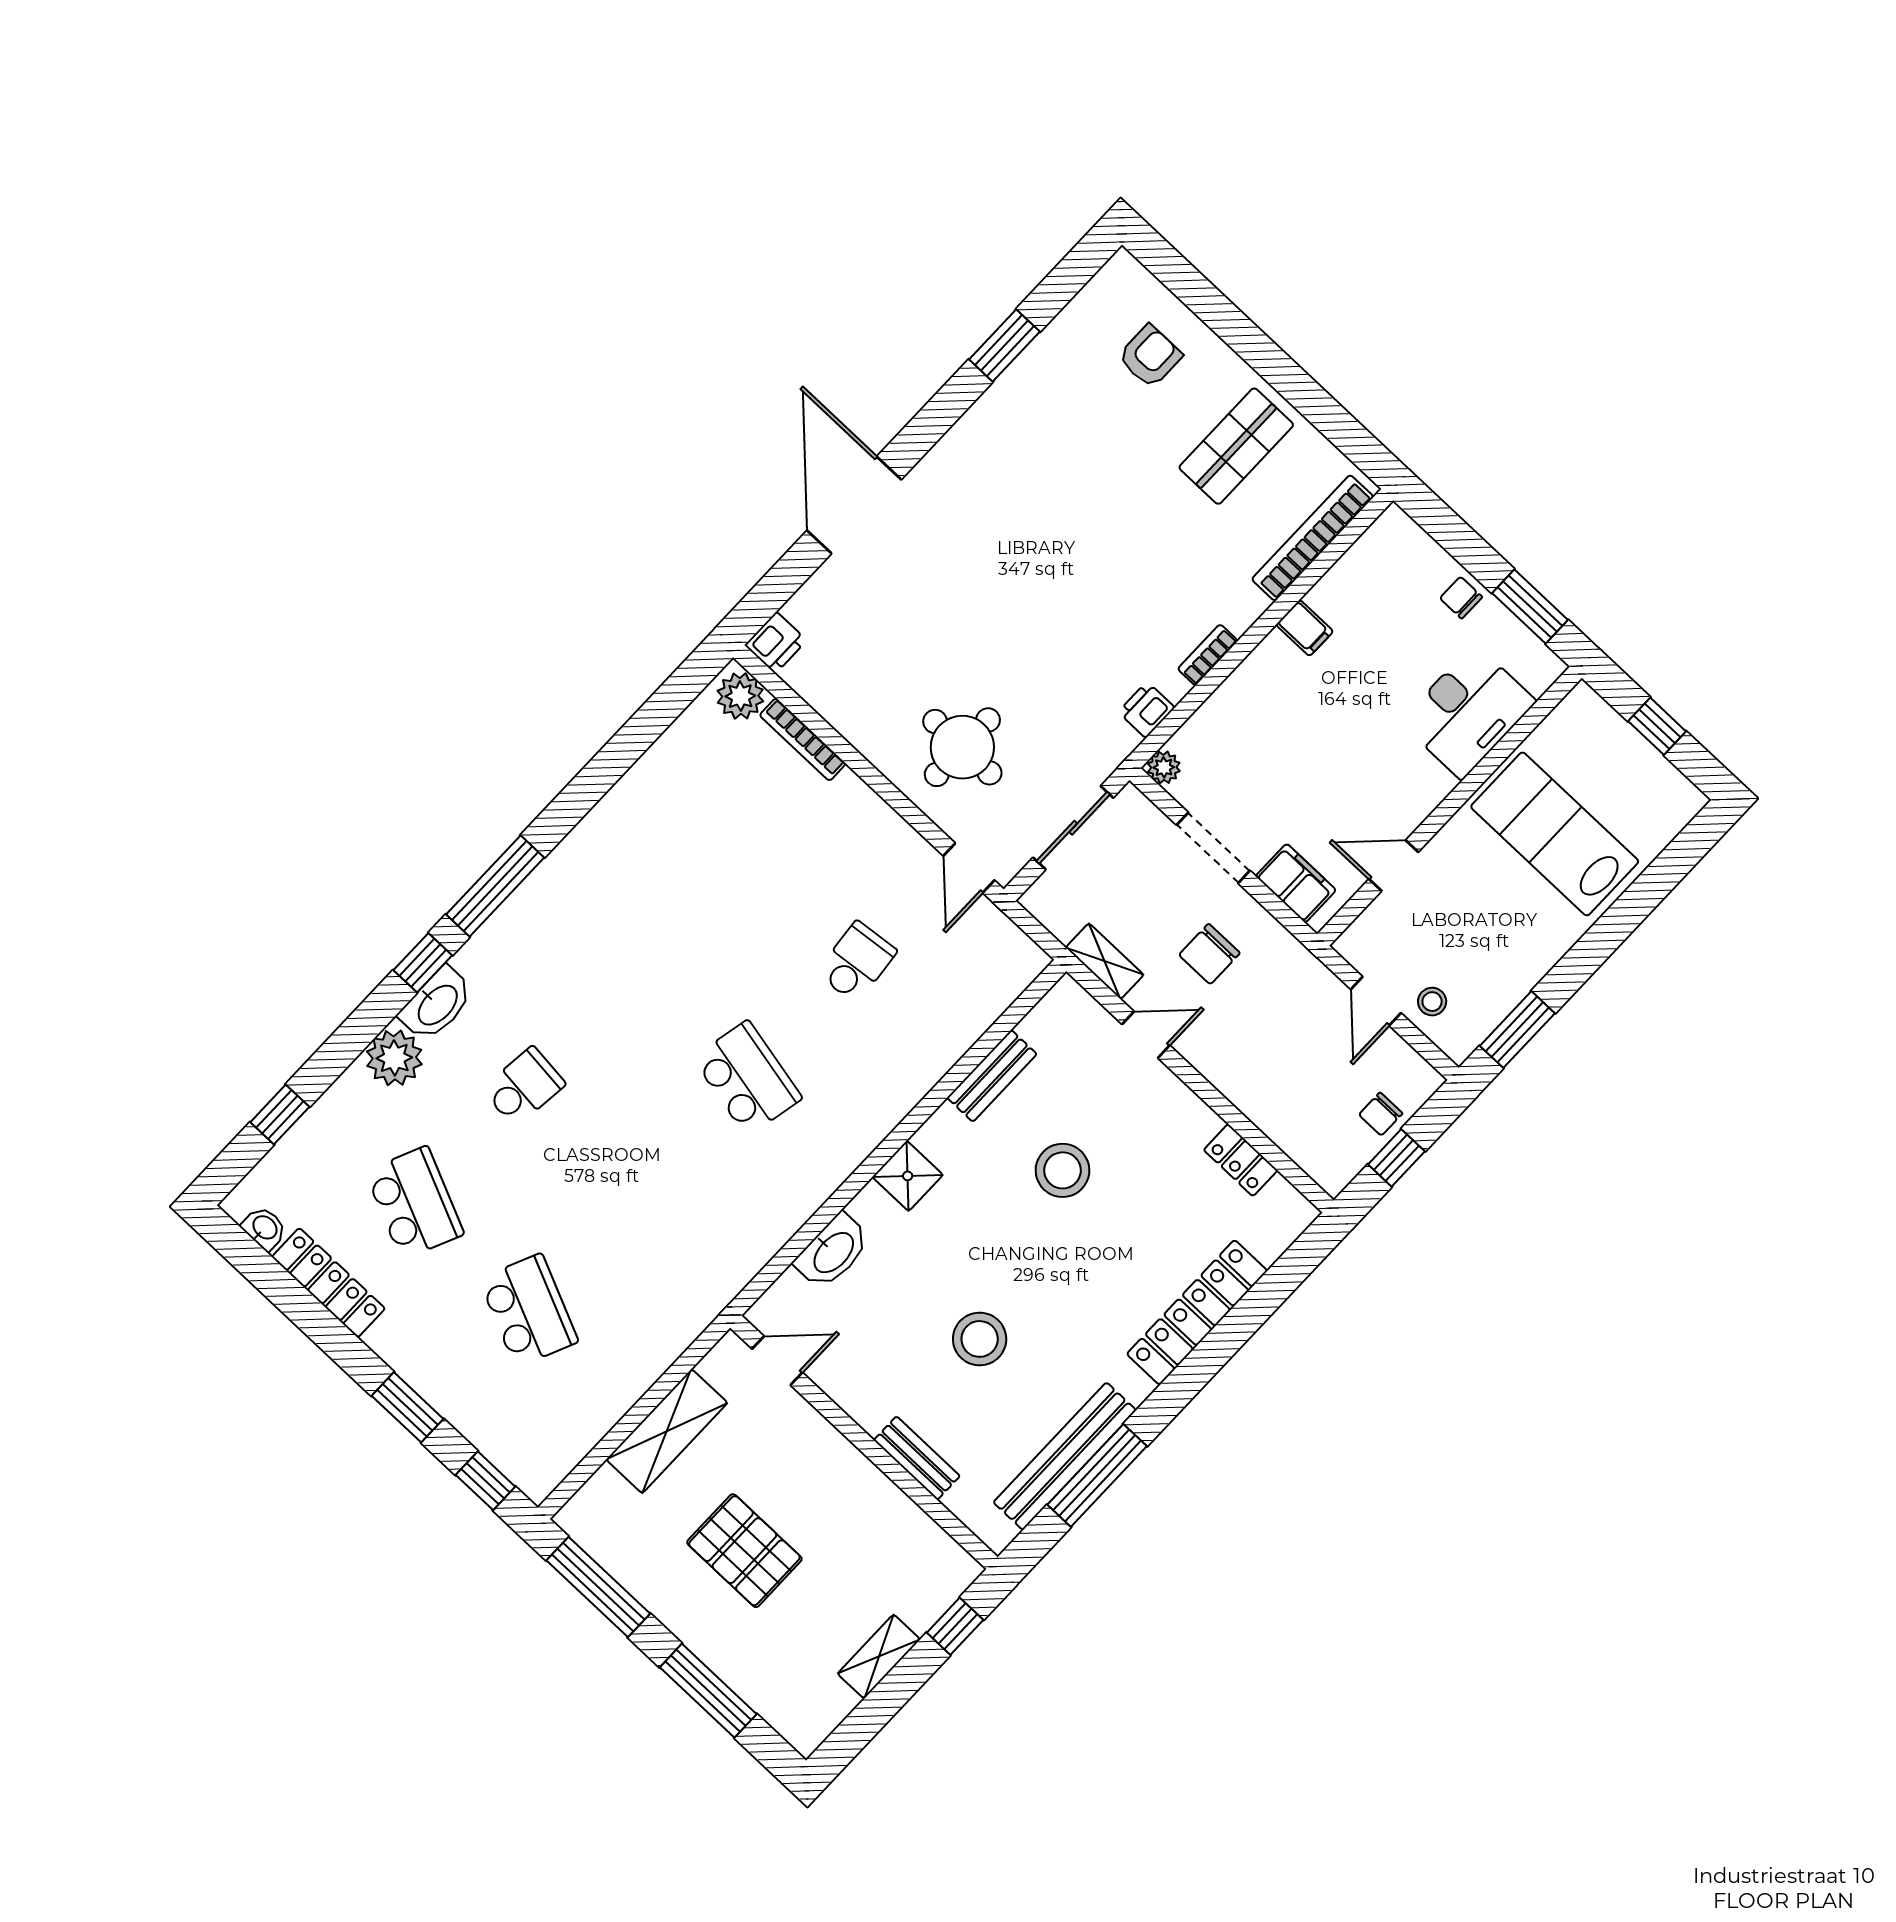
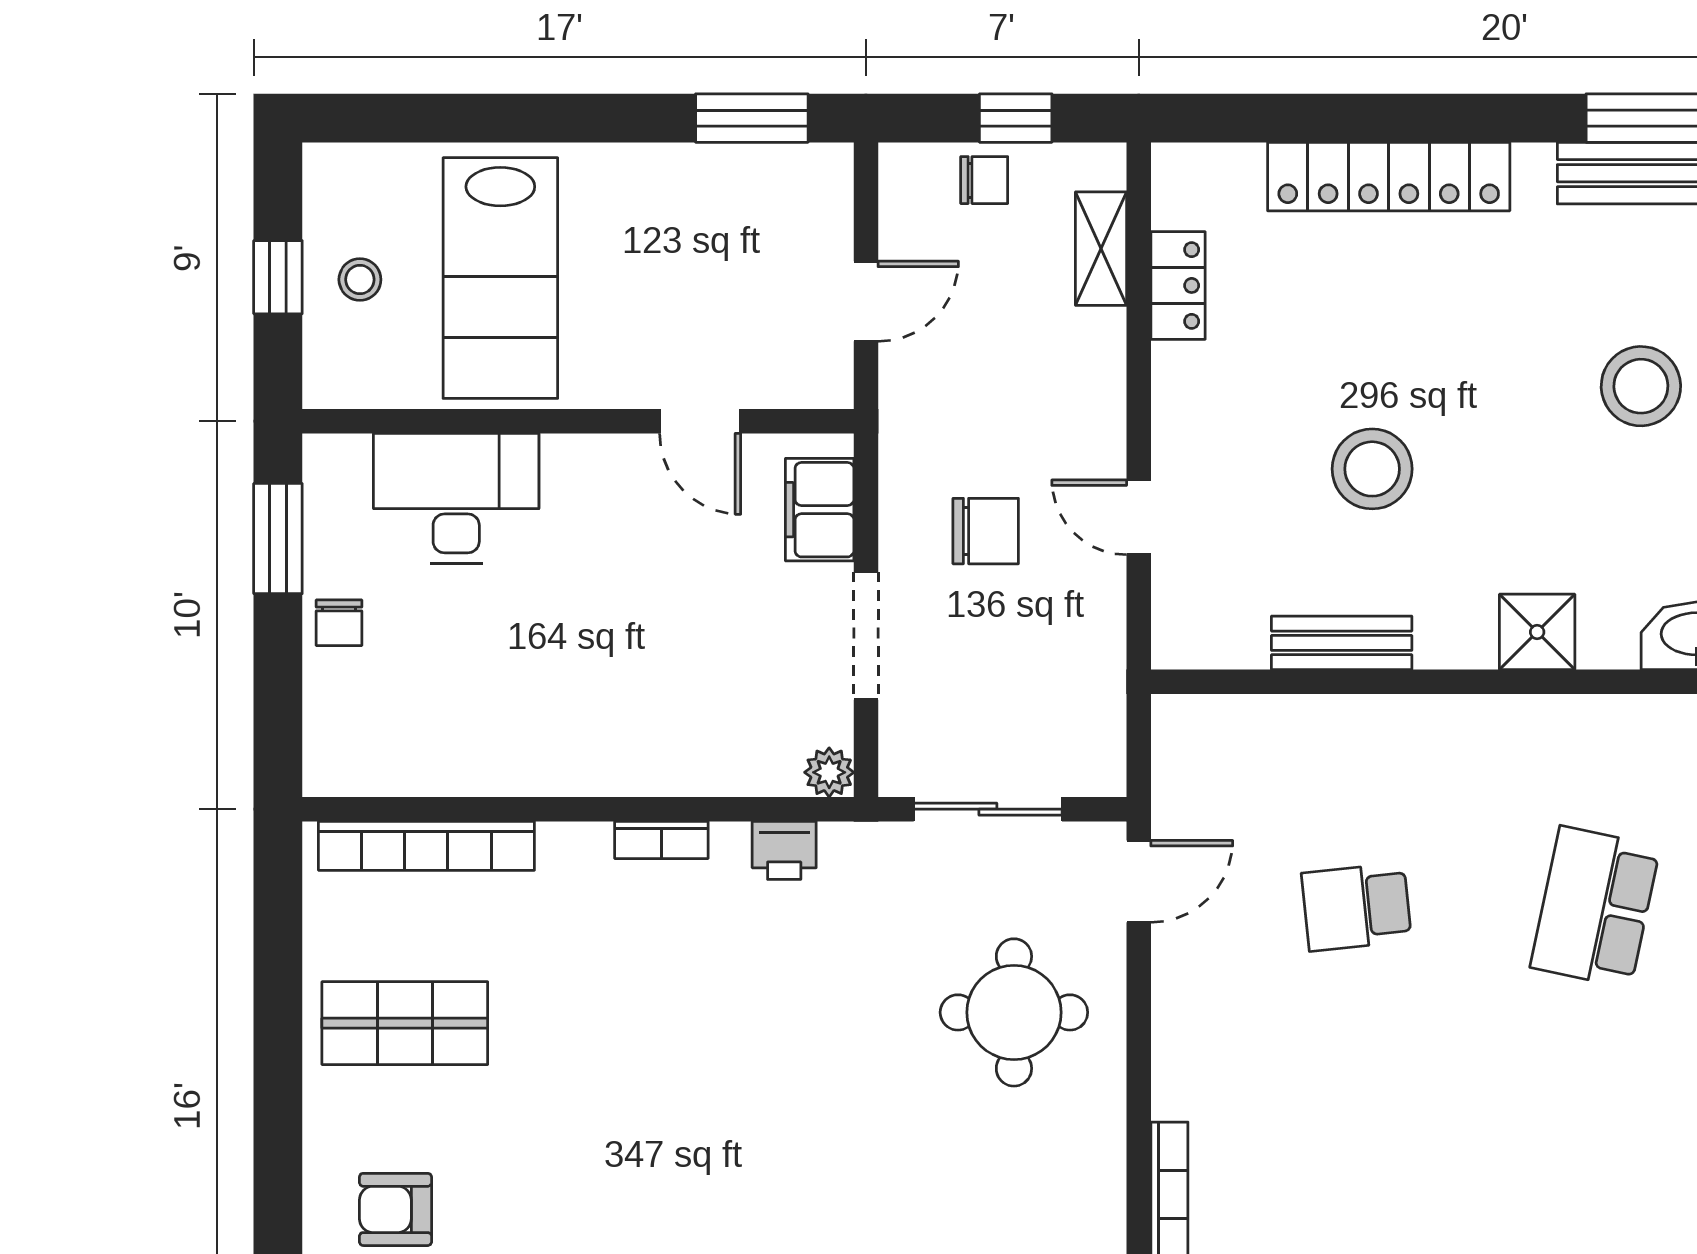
filing cabinet: (1305, 628) -> (533, 762), removed
shelving: (1105, 961) -> (1101, 249), moved
stool: (1432, 1002) -> (360, 280), moved

